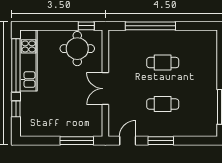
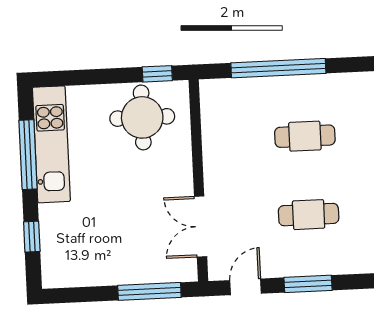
window: (16, 65) -> (28, 155), width x0.68
double door: (105, 89) -> (201, 226), moved

